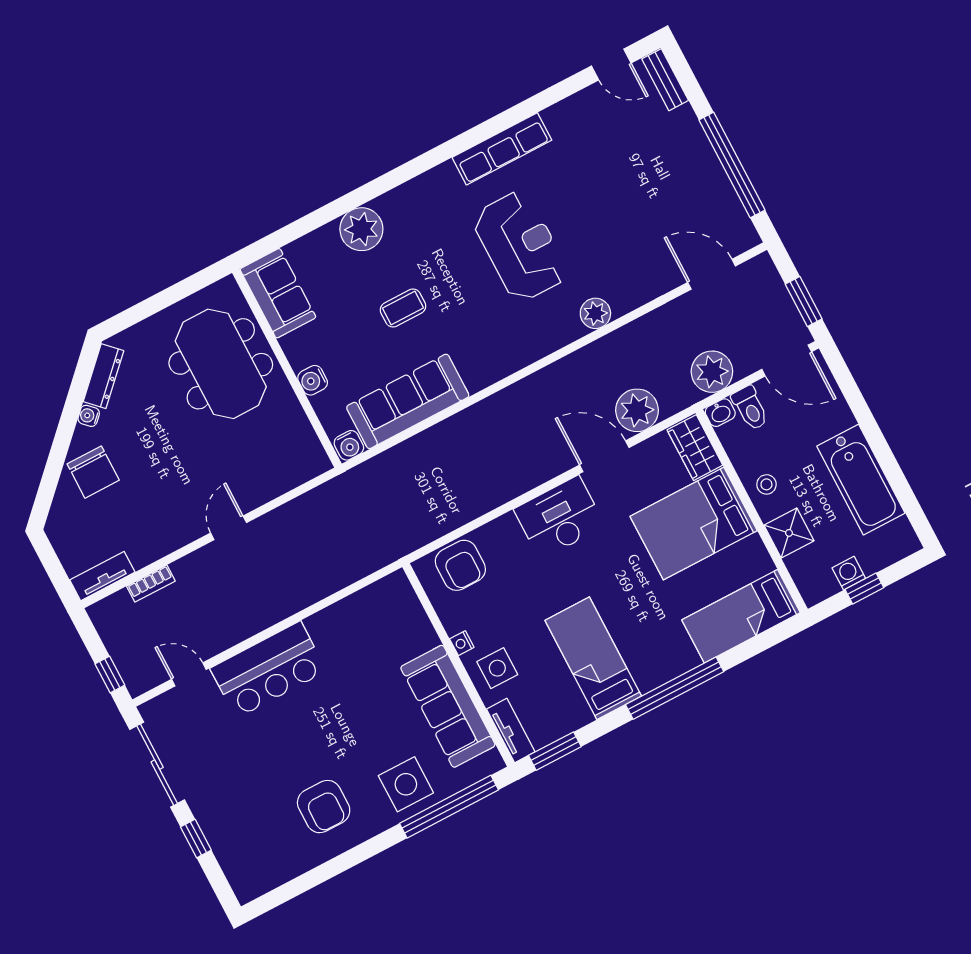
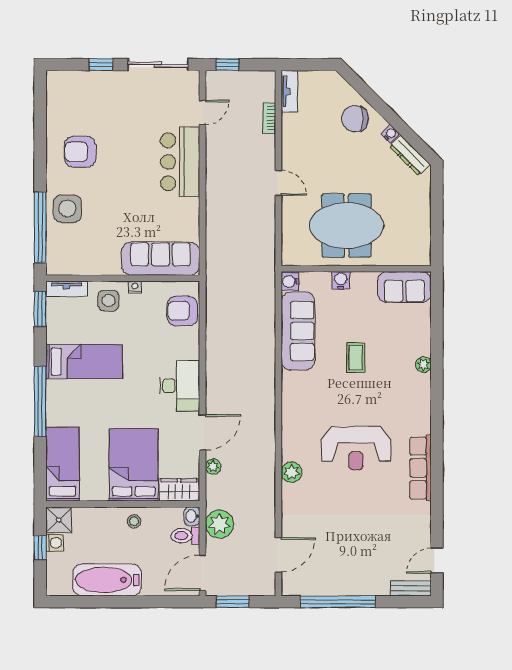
plant: (361, 229) -> (423, 365), width x0.53, depth x0.53
meeting table: (221, 364) -> (347, 225), moved
plant: (637, 410) -> (213, 467), width x0.53, depth x0.53
shower: (789, 533) -> (59, 520), moved
sofa: (448, 706) -> (161, 259), moved

